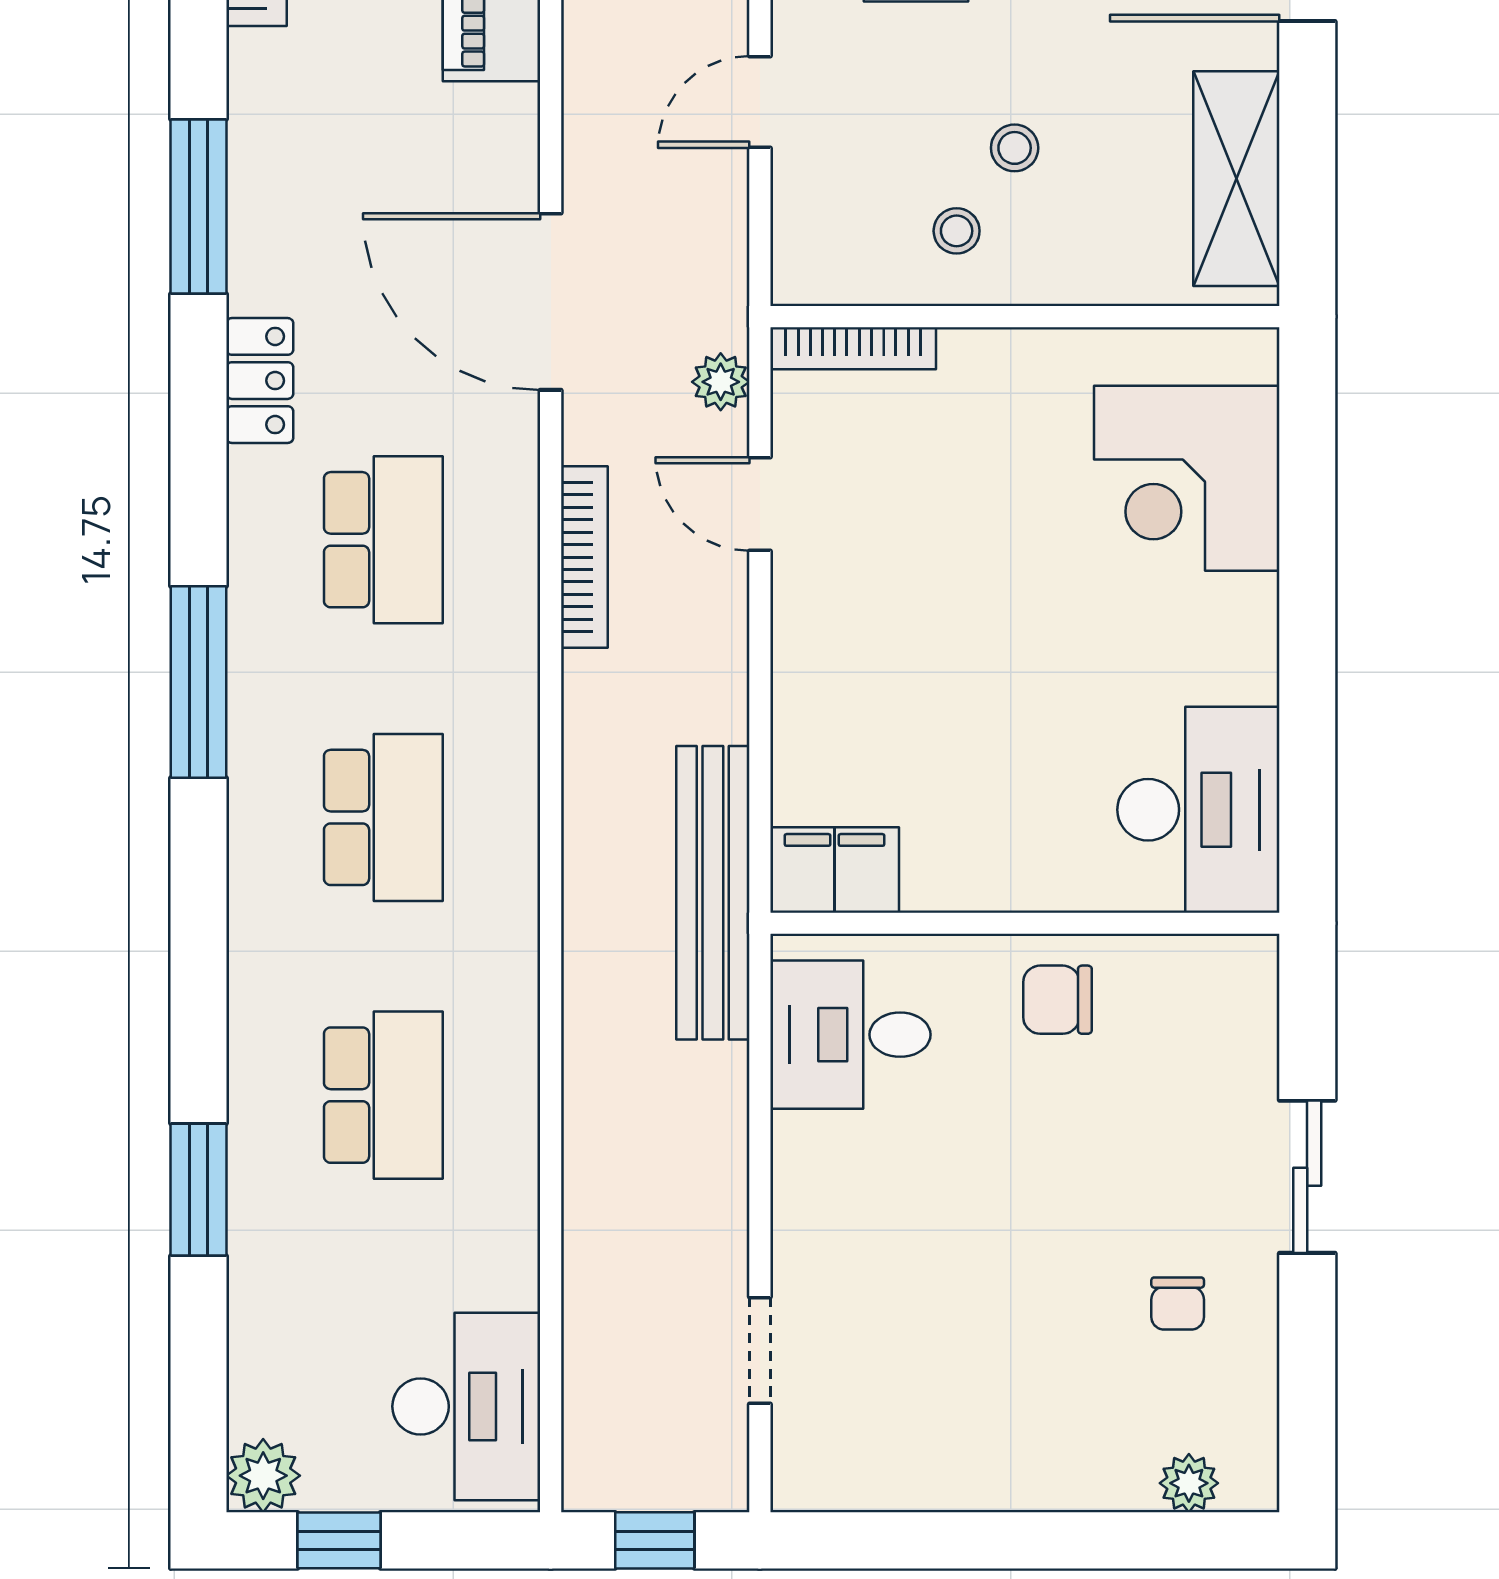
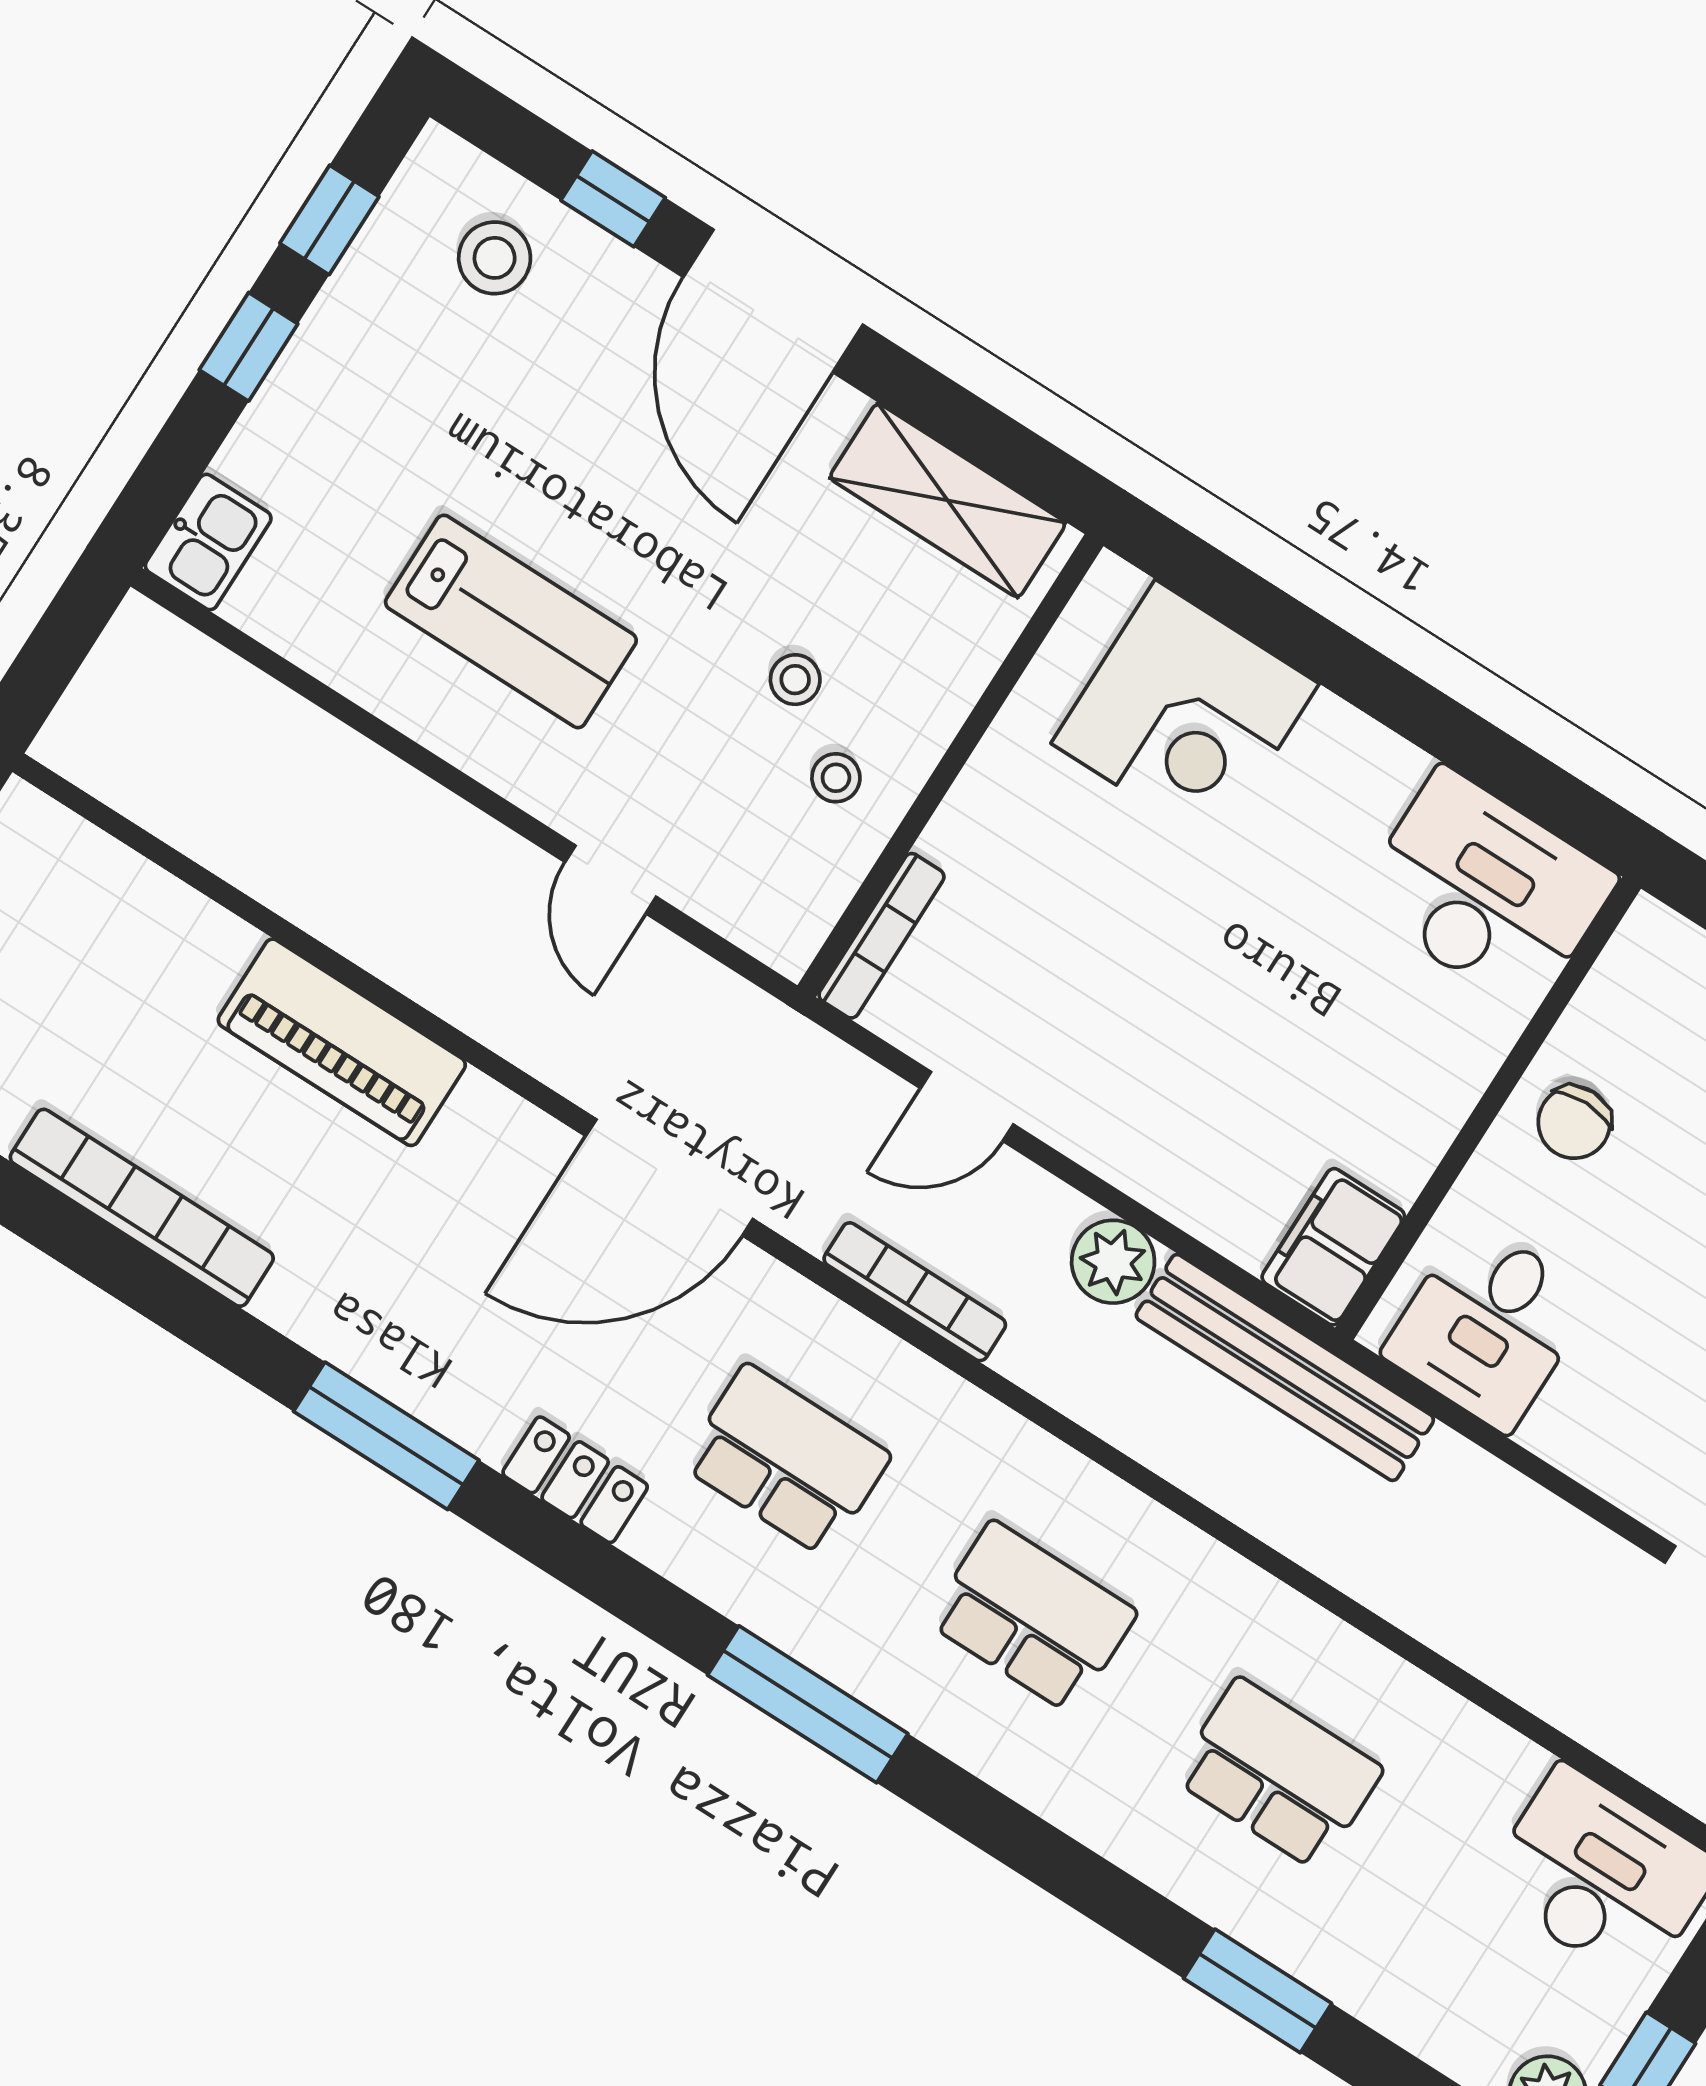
plant: (721, 382) -> (1113, 1262), moved, width x1.38, depth x1.38

